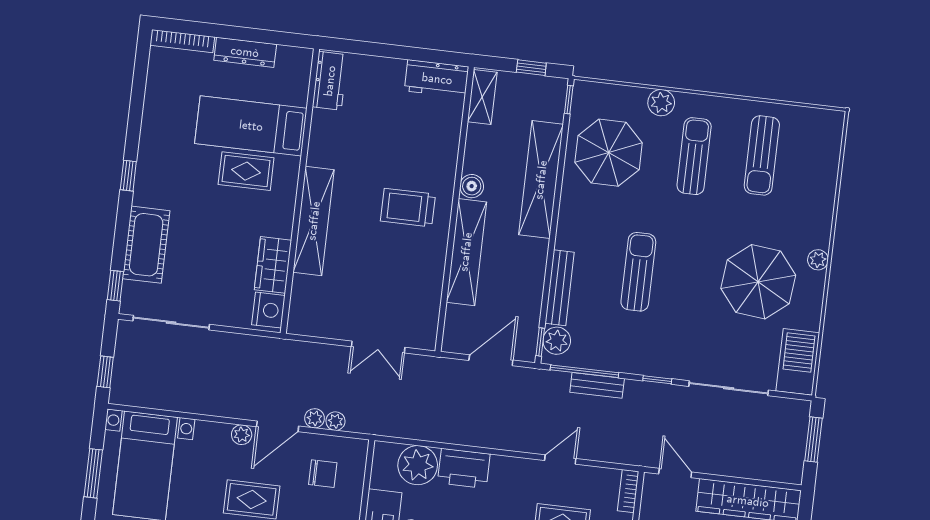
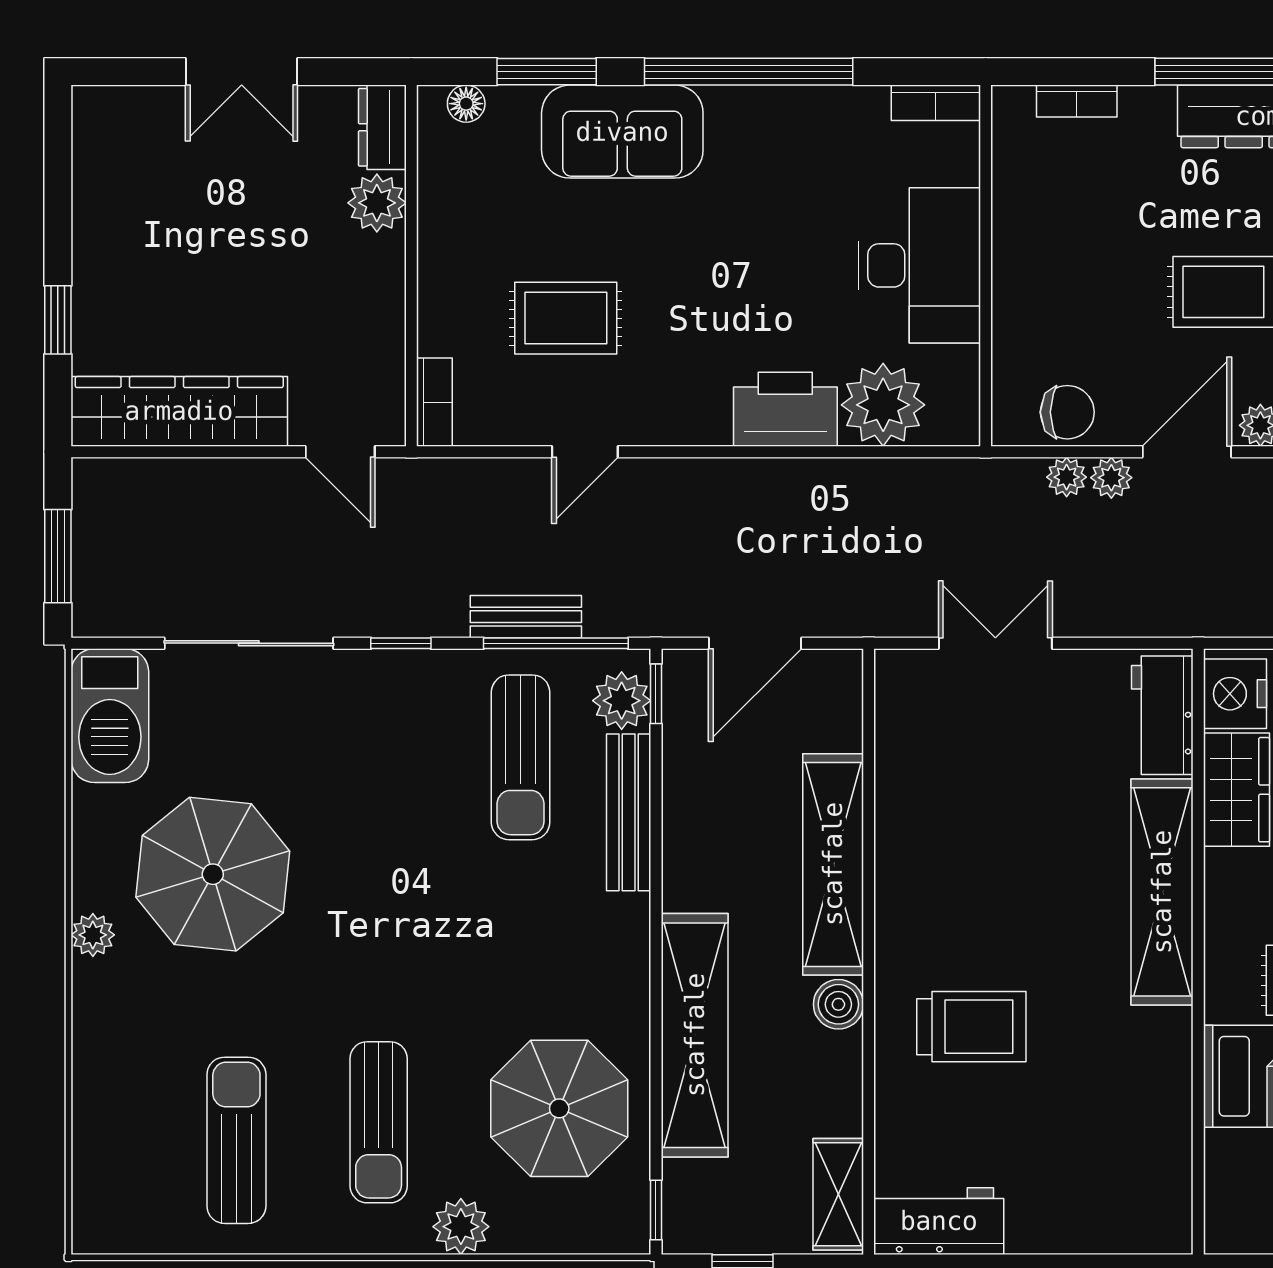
workbench: (330, 81) -> (1162, 715), moved
trolley: (408, 208) -> (971, 1027), moved
sun lounger: (638, 272) -> (521, 757), moved
chair: (323, 474) -> (1067, 412), moved, turned 180

